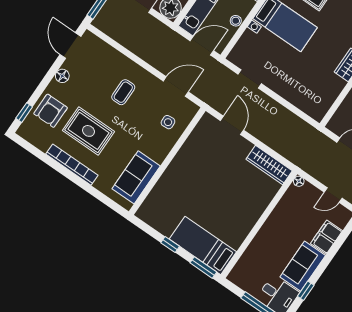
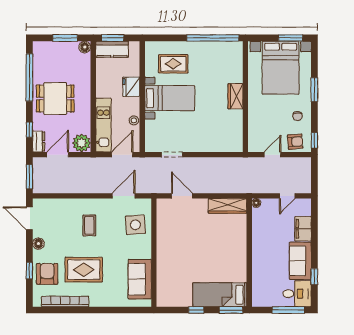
armchair: (51, 111) -> (47, 274), turned 180
window: (24, 113) -> (29, 270), moved
side table: (168, 122) -> (135, 225), width x1.87, depth x1.87
bookcase: (72, 165) -> (65, 301), moved

